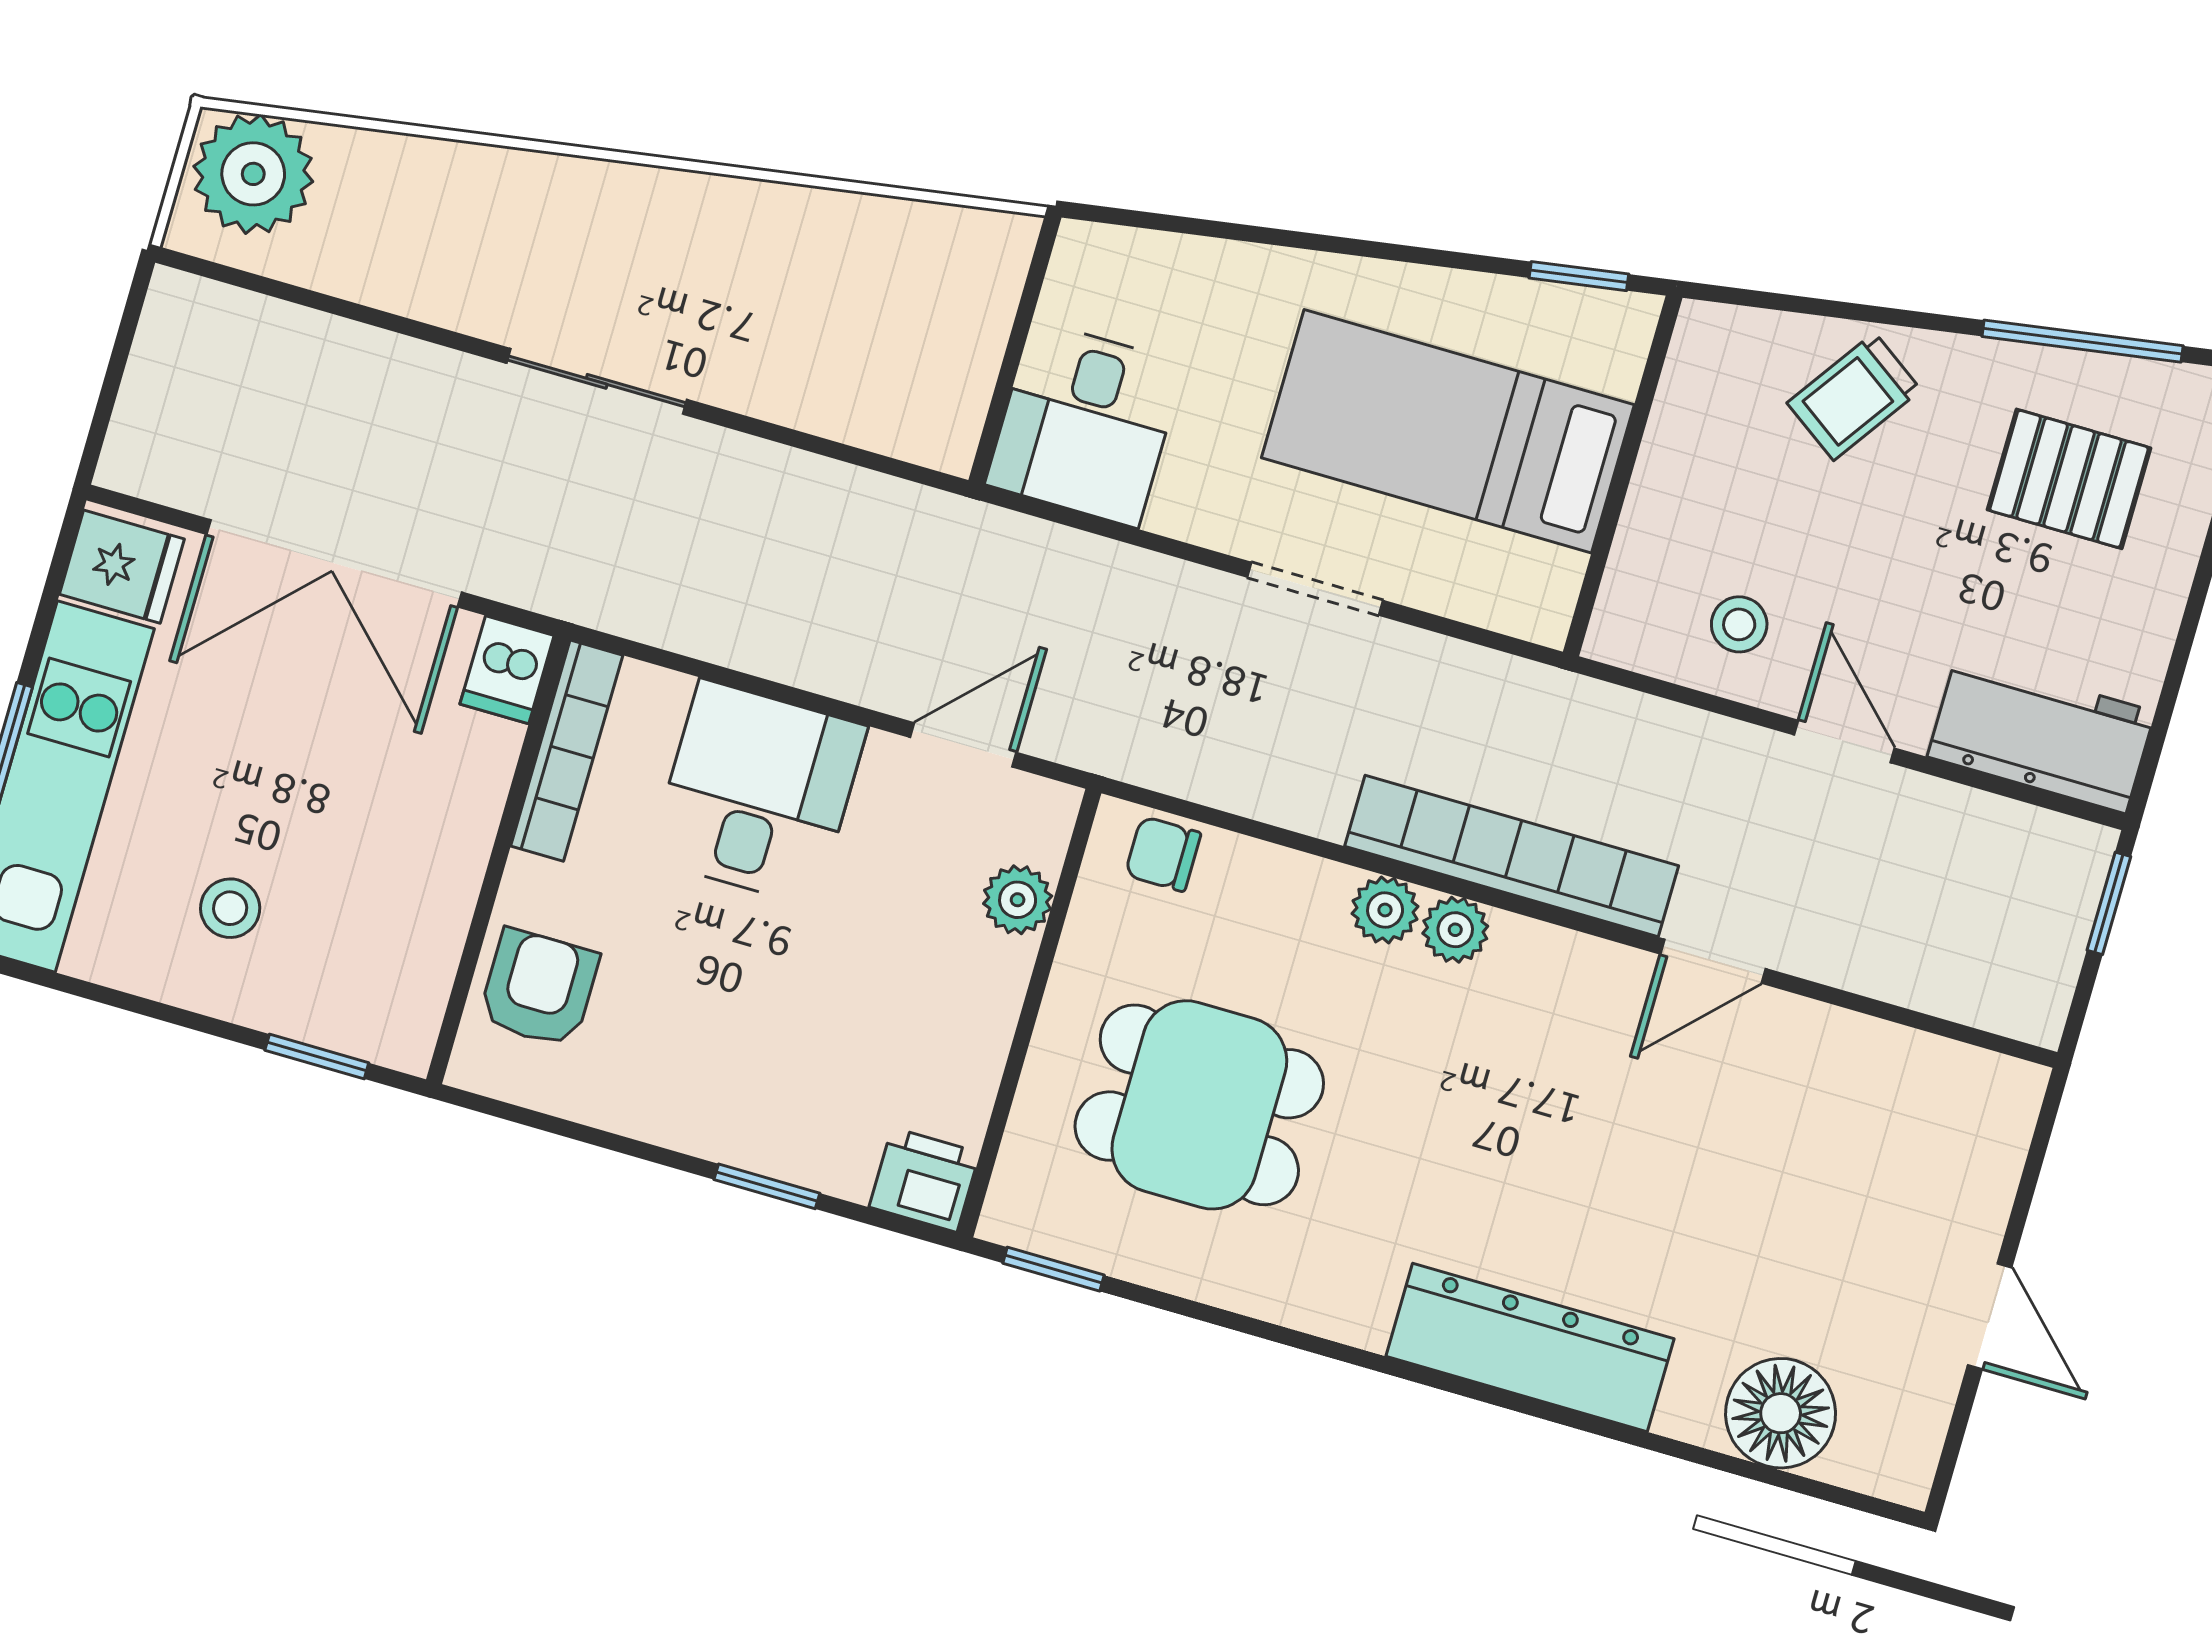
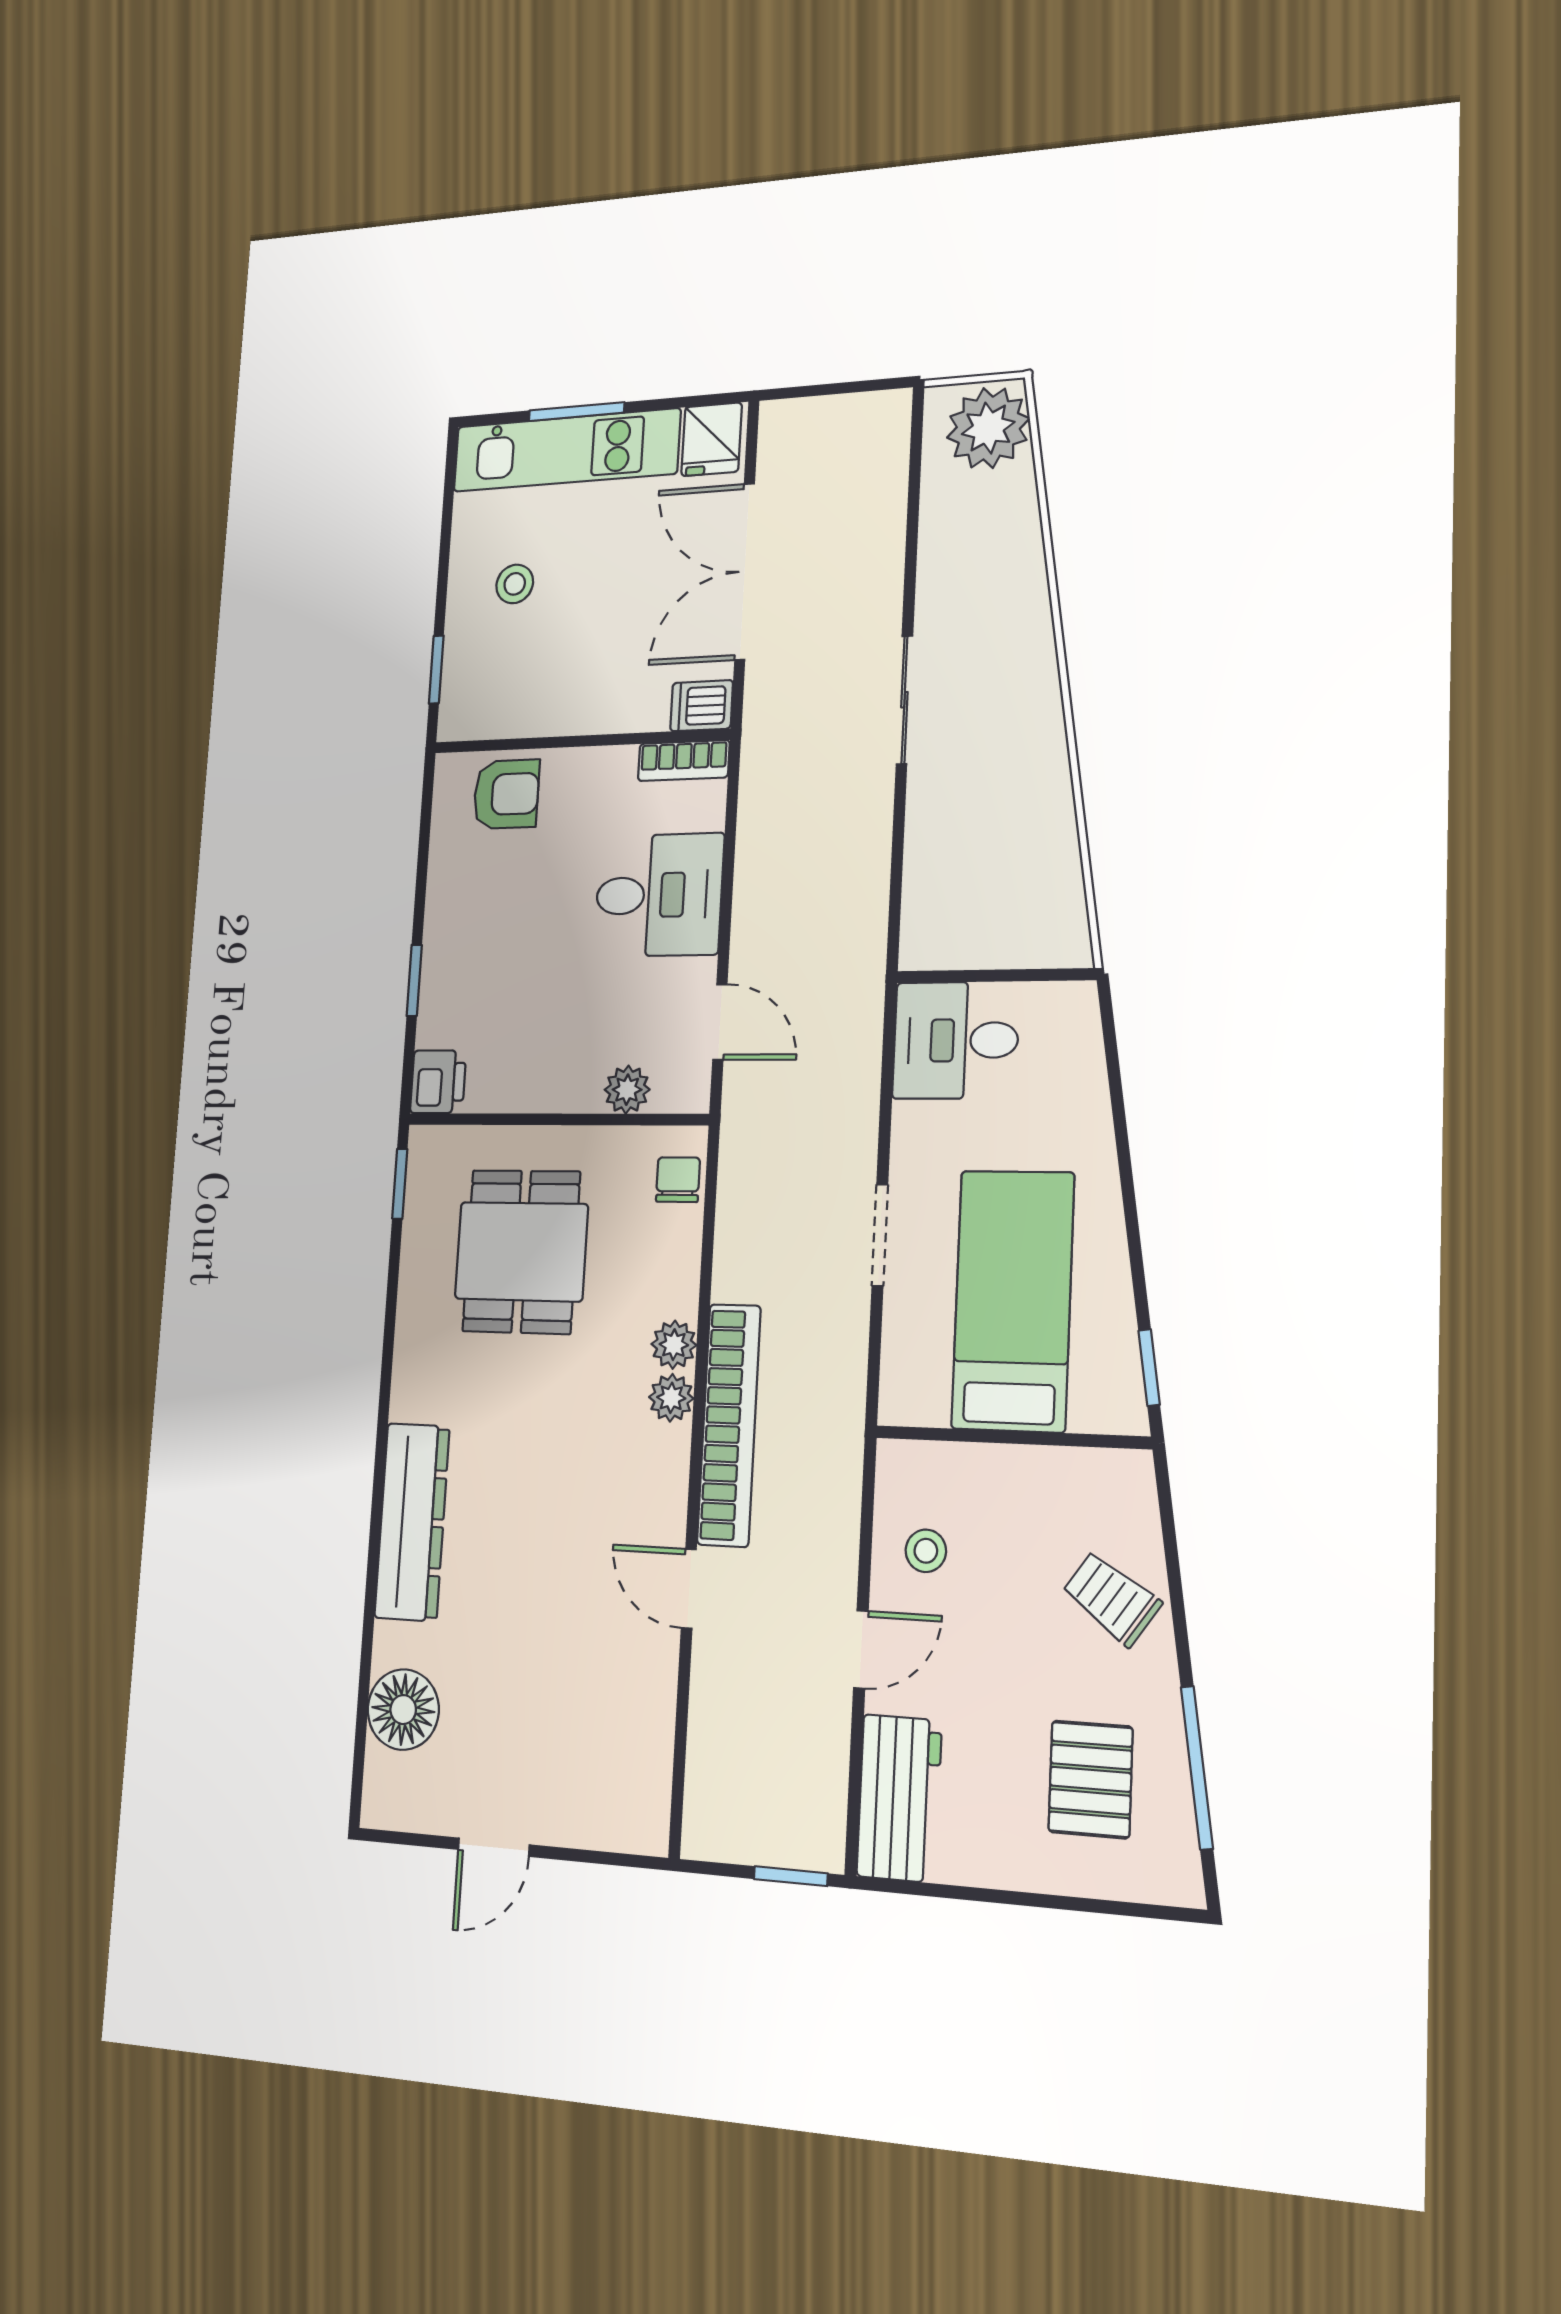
bookcase: (567, 751) -> (684, 761), width x0.64

